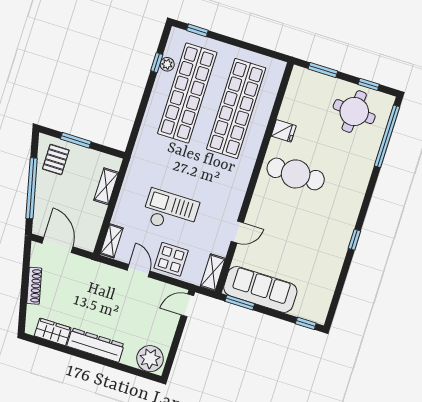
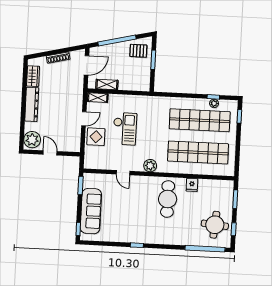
shelving: (106, 186) -> (107, 84), moved
plant: (237, 187) -> (150, 166), added
shelving: (213, 272) -> (95, 164), removed
sofa: (260, 290) -> (91, 211), moved
door: (187, 305) -> (50, 153), moved

